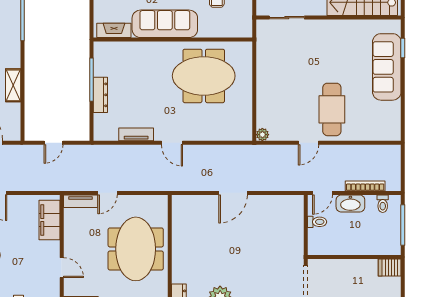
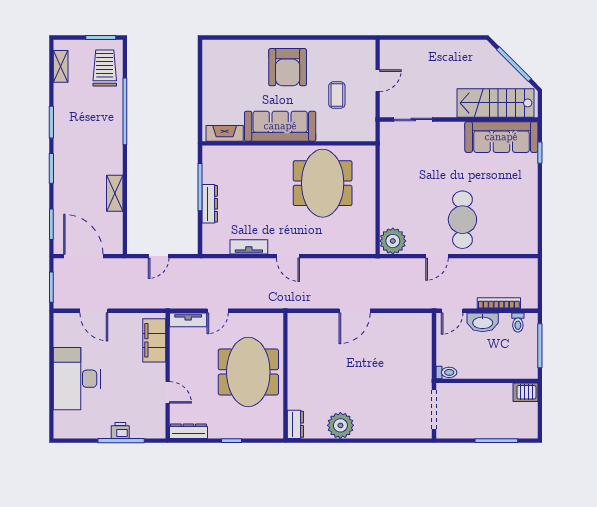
sofa: (387, 67) -> (501, 137), moved, turned -90
meeting table: (204, 76) -> (323, 183), turned 90
plant: (262, 135) -> (393, 241), width x1.88, depth x1.88
toilet: (317, 222) -> (446, 372), moved

